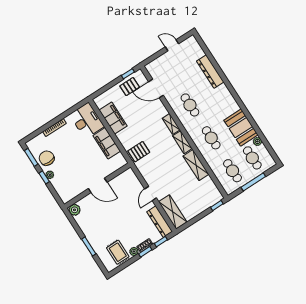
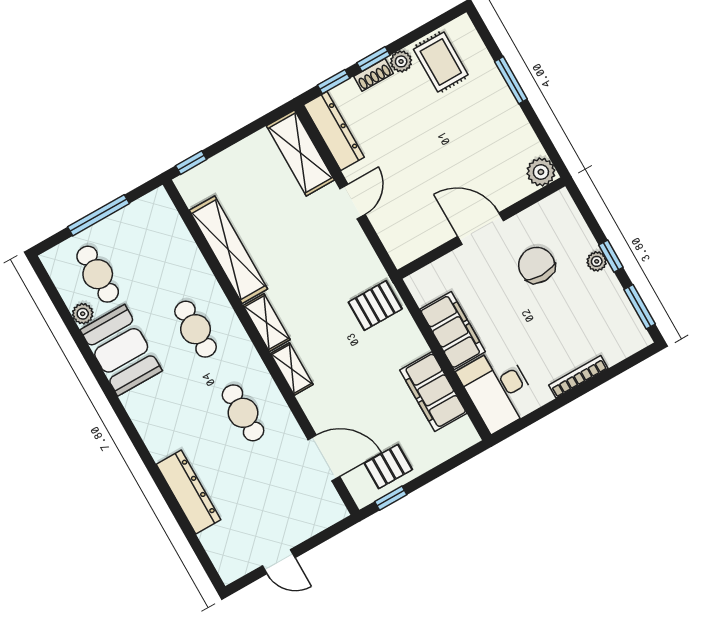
chair: (47, 158) -> (537, 265), moved, turned 180
shelving: (196, 165) -> (228, 250), width x1.47
cafe table: (232, 171) -> (148, 246), removed

